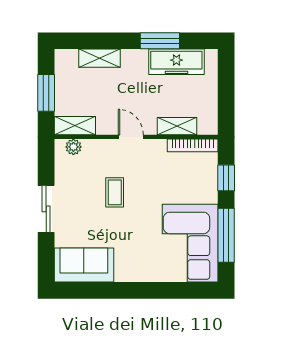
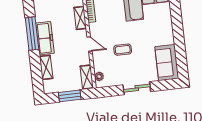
window: (160, 41) -> (32, 34), width x1.44
freezer: (176, 62) -> (45, 38), moved
door: (131, 137) -> (90, 44), swing flipped

